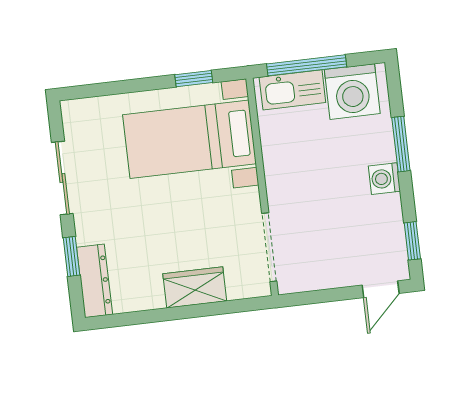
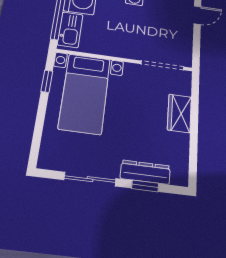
dresser: (95, 281) -> (145, 172), moved
door: (381, 289) -> (197, 15), hinge flipped

